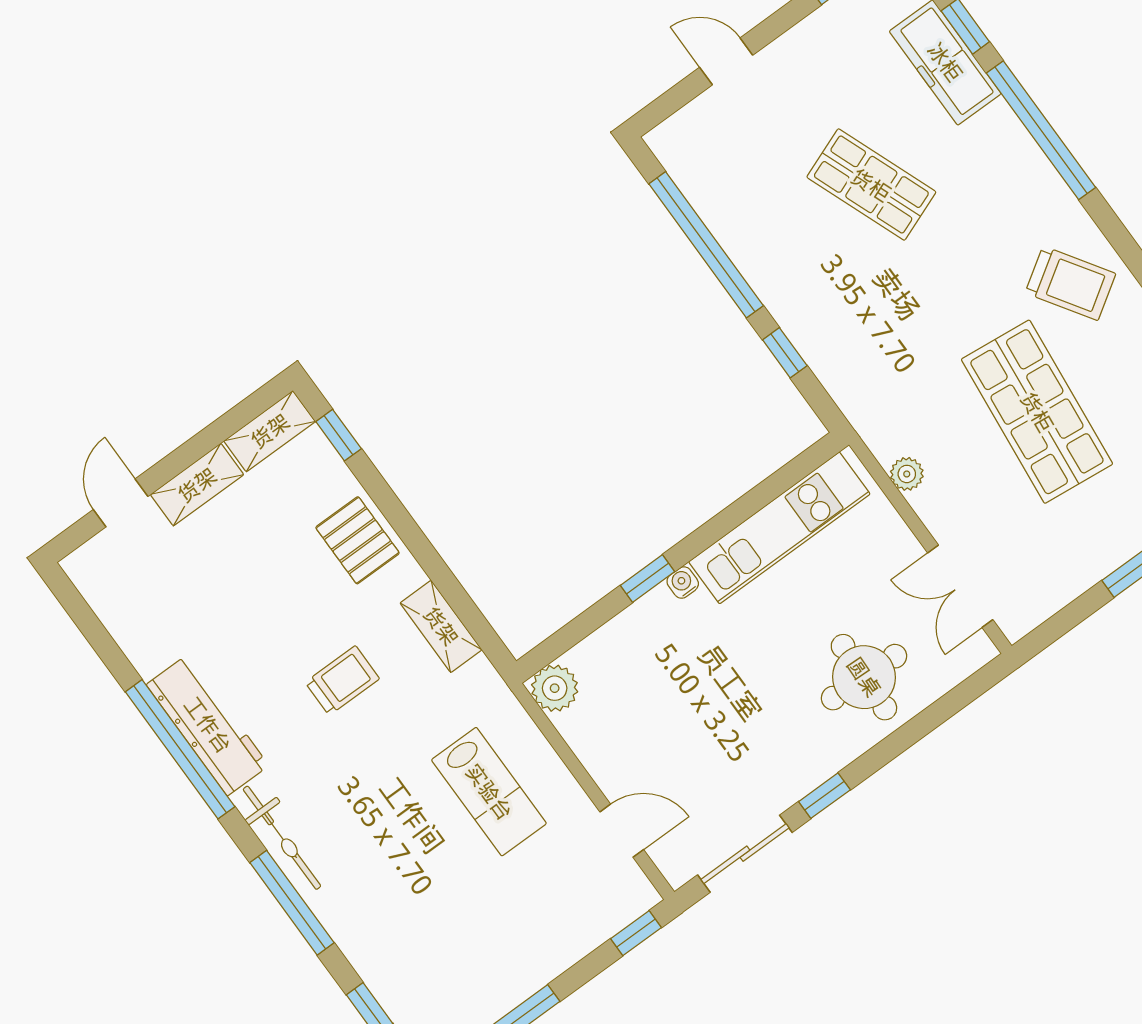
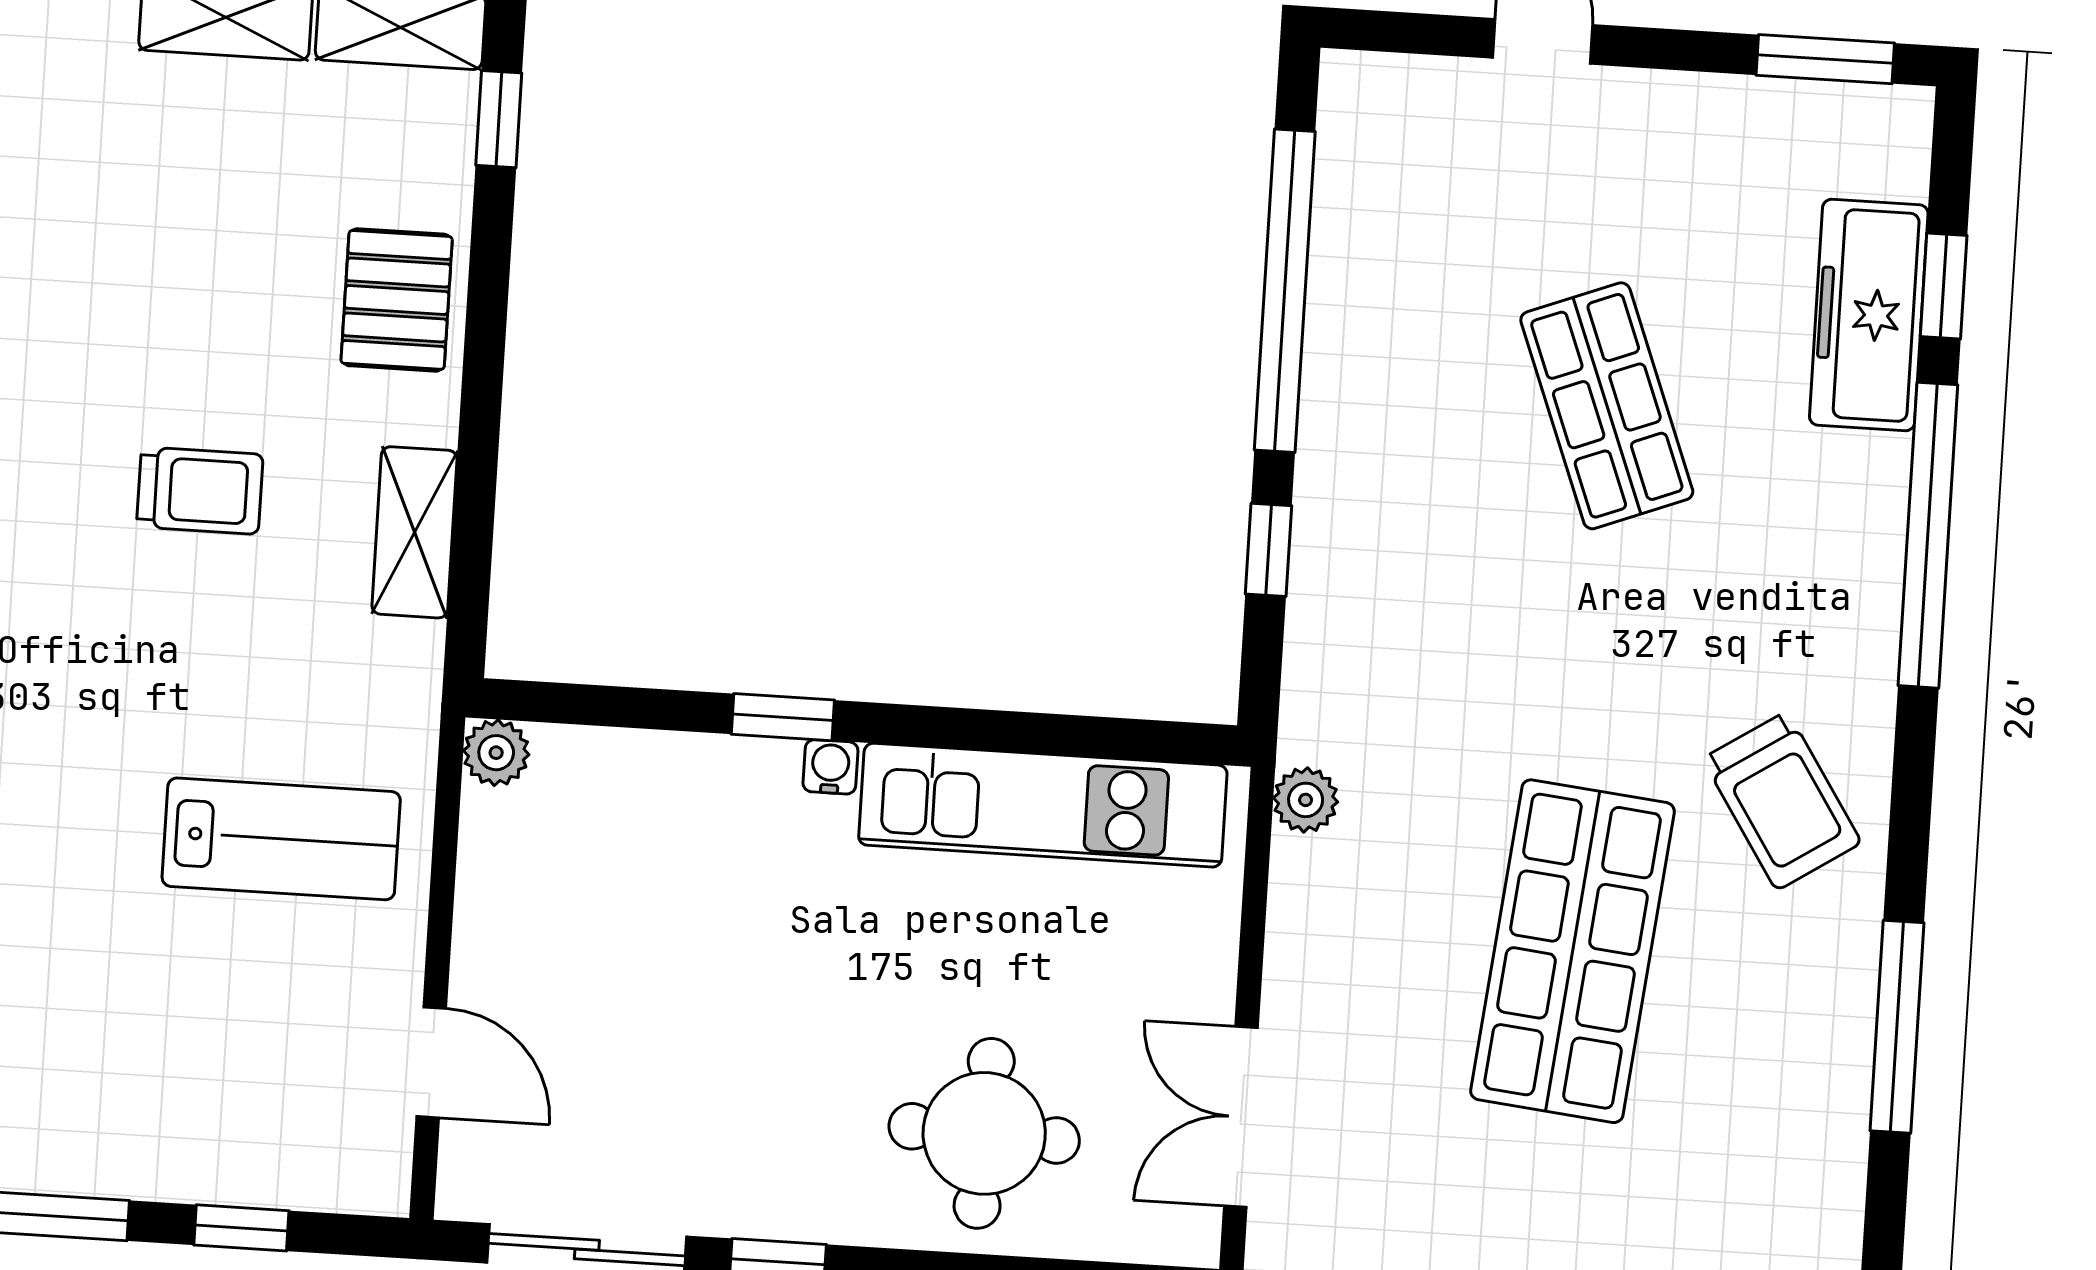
plant: (907, 474) -> (1306, 800), moved
plant: (555, 688) -> (496, 753), width x0.73, depth x0.73
lab bench: (489, 792) -> (281, 839), turned -90
window: (636, 933) -> (241, 1228), moved

